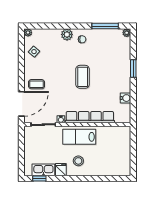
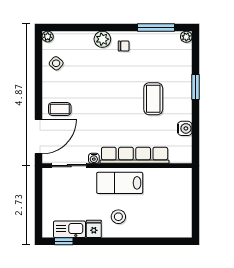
coffee table: (83, 77) -> (153, 99), moved

